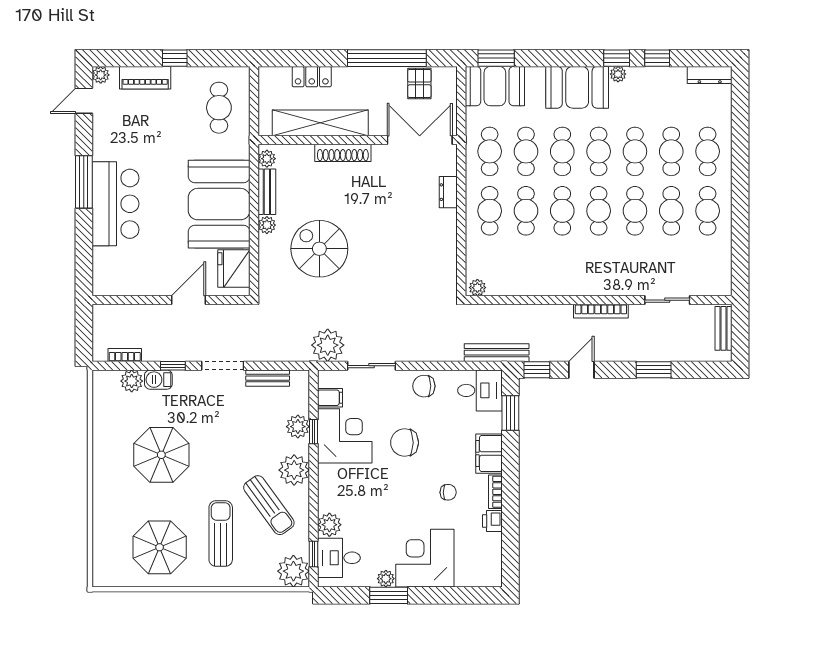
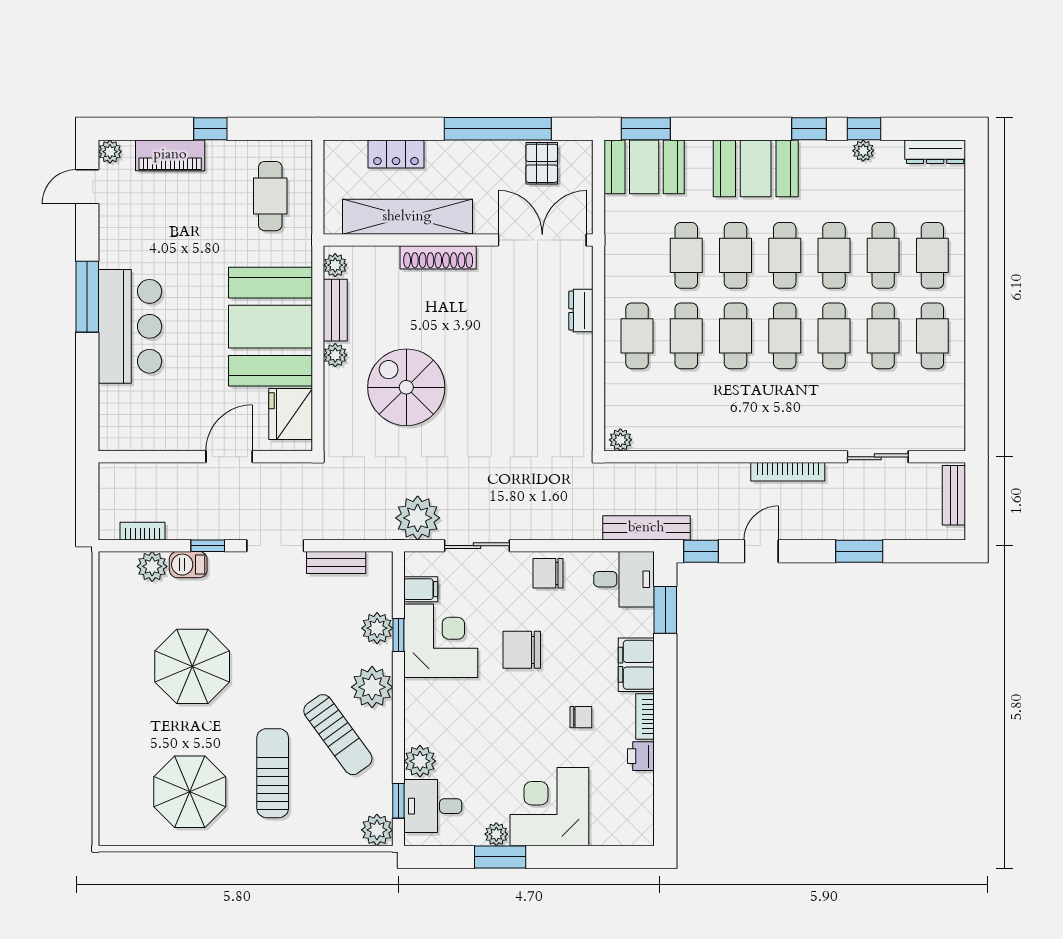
plant: (618, 74) -> (863, 151), moved
cafe table: (490, 151) -> (637, 255), removed
plant: (293, 571) -> (377, 830), width x0.73, depth x0.73

